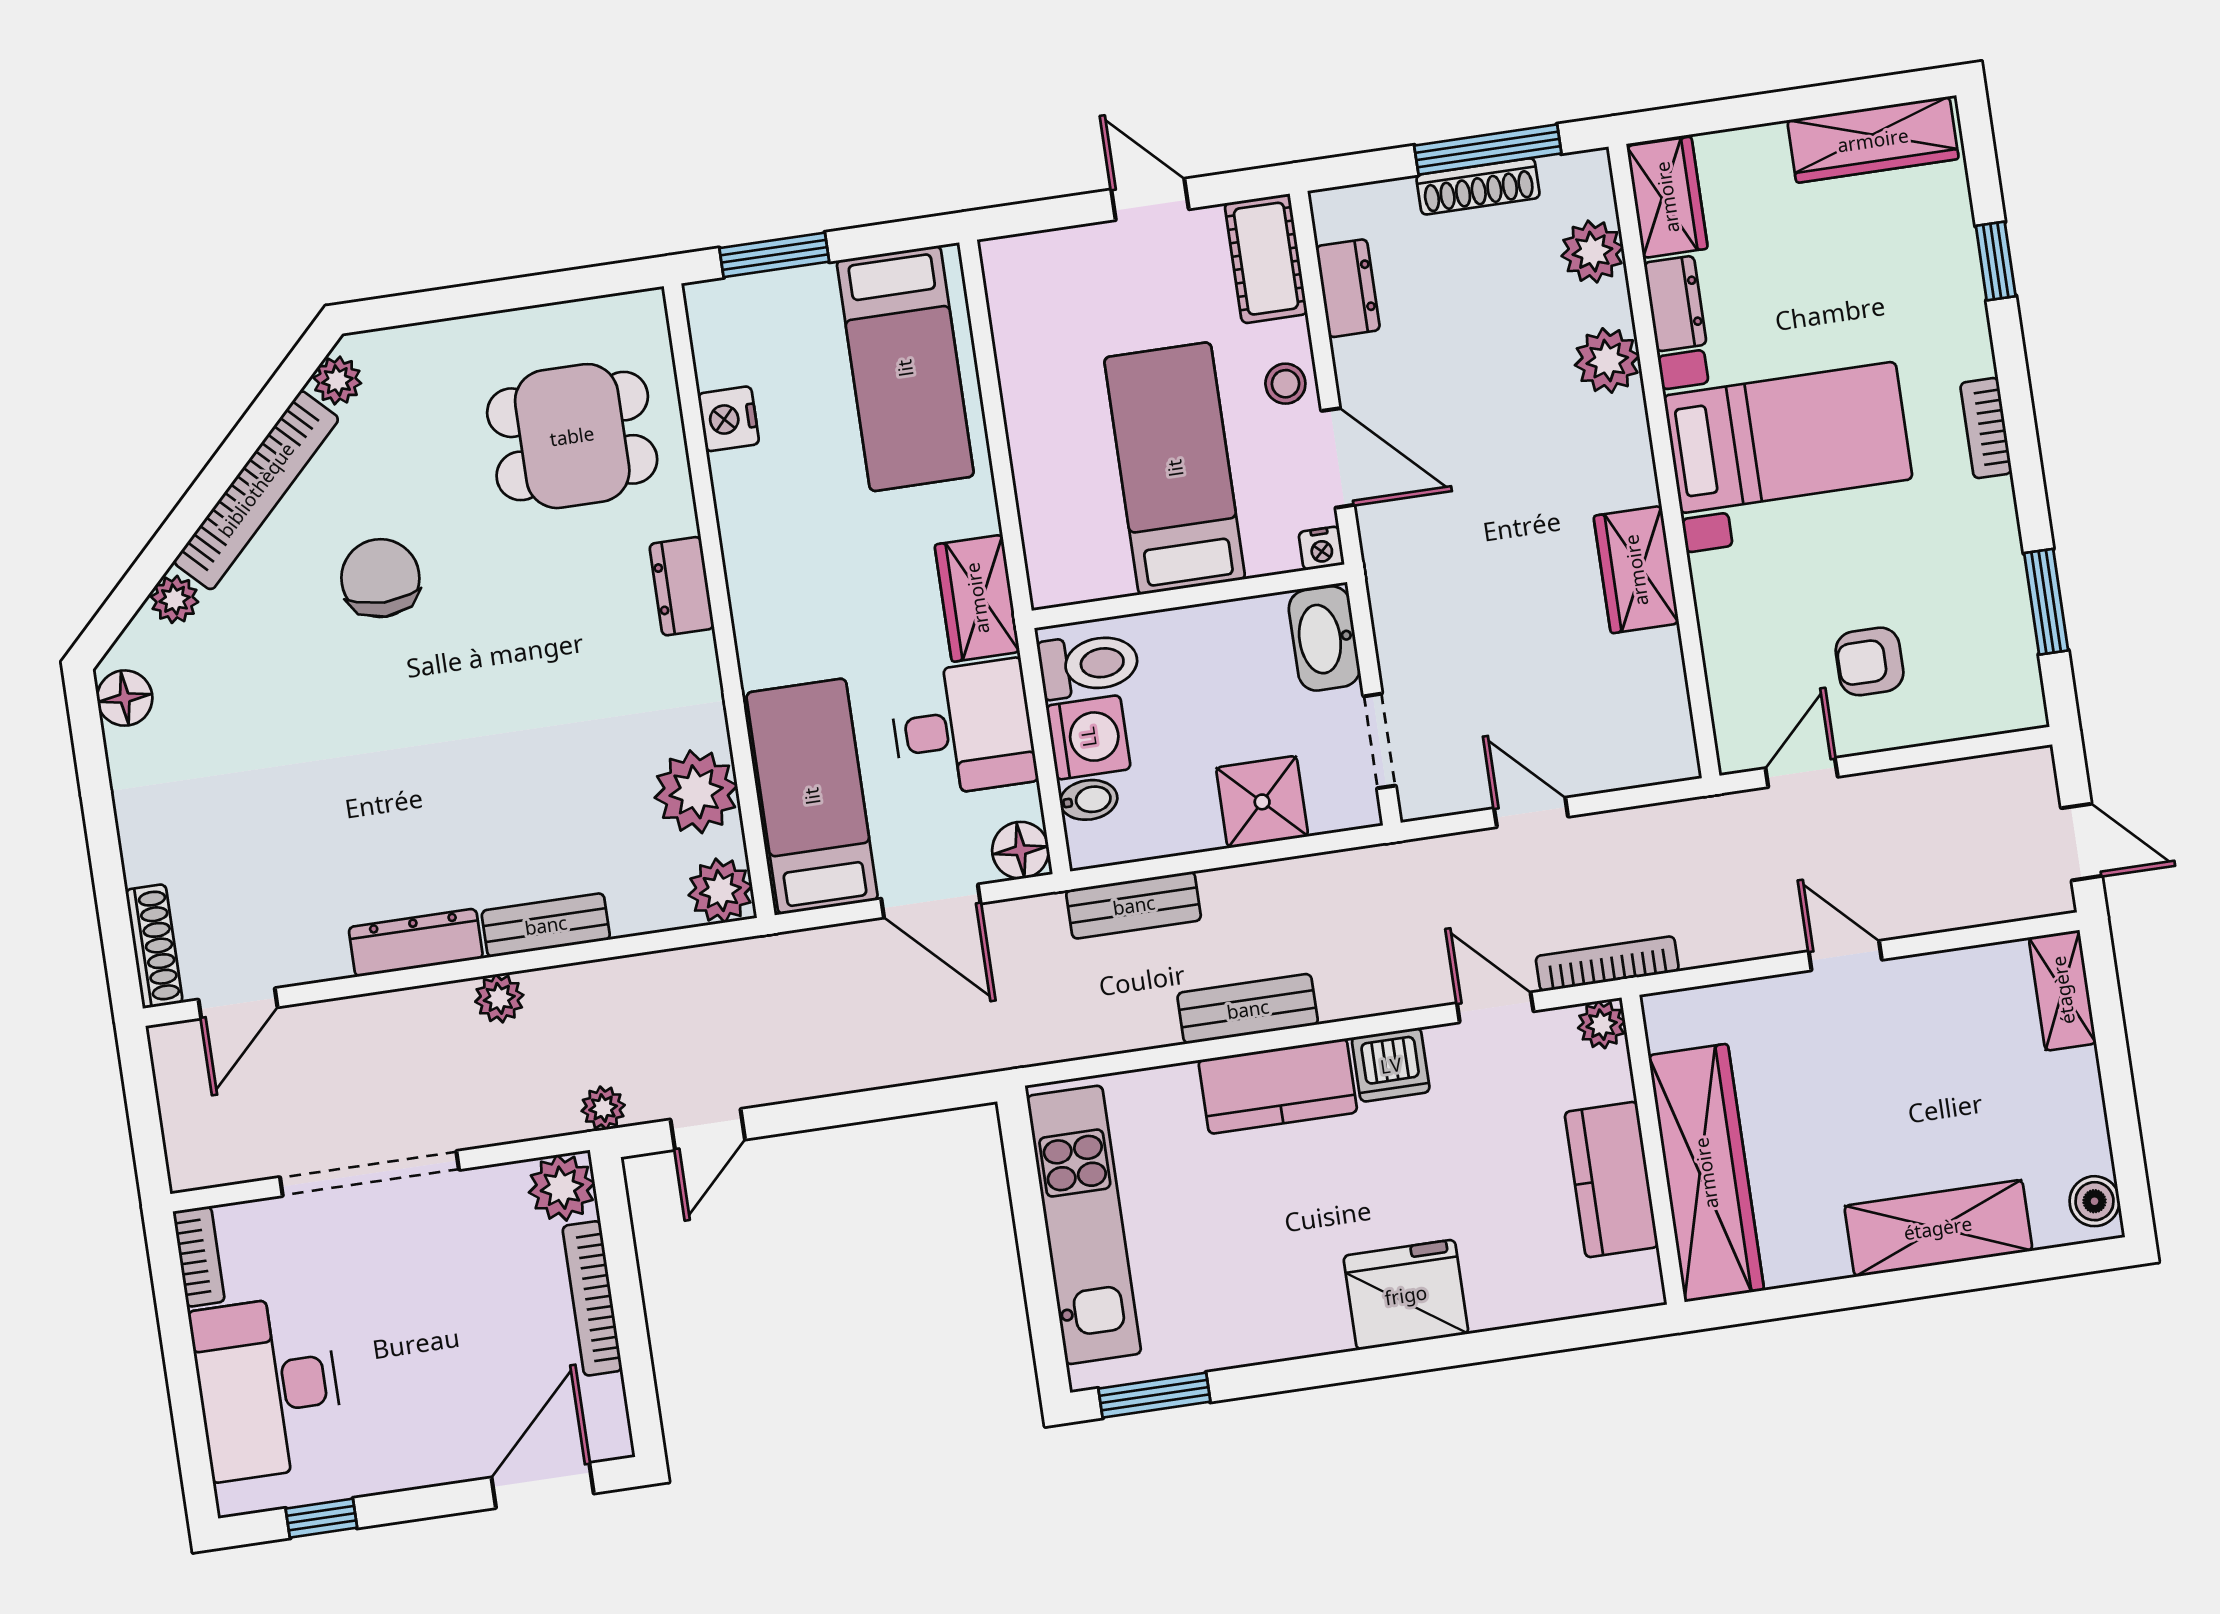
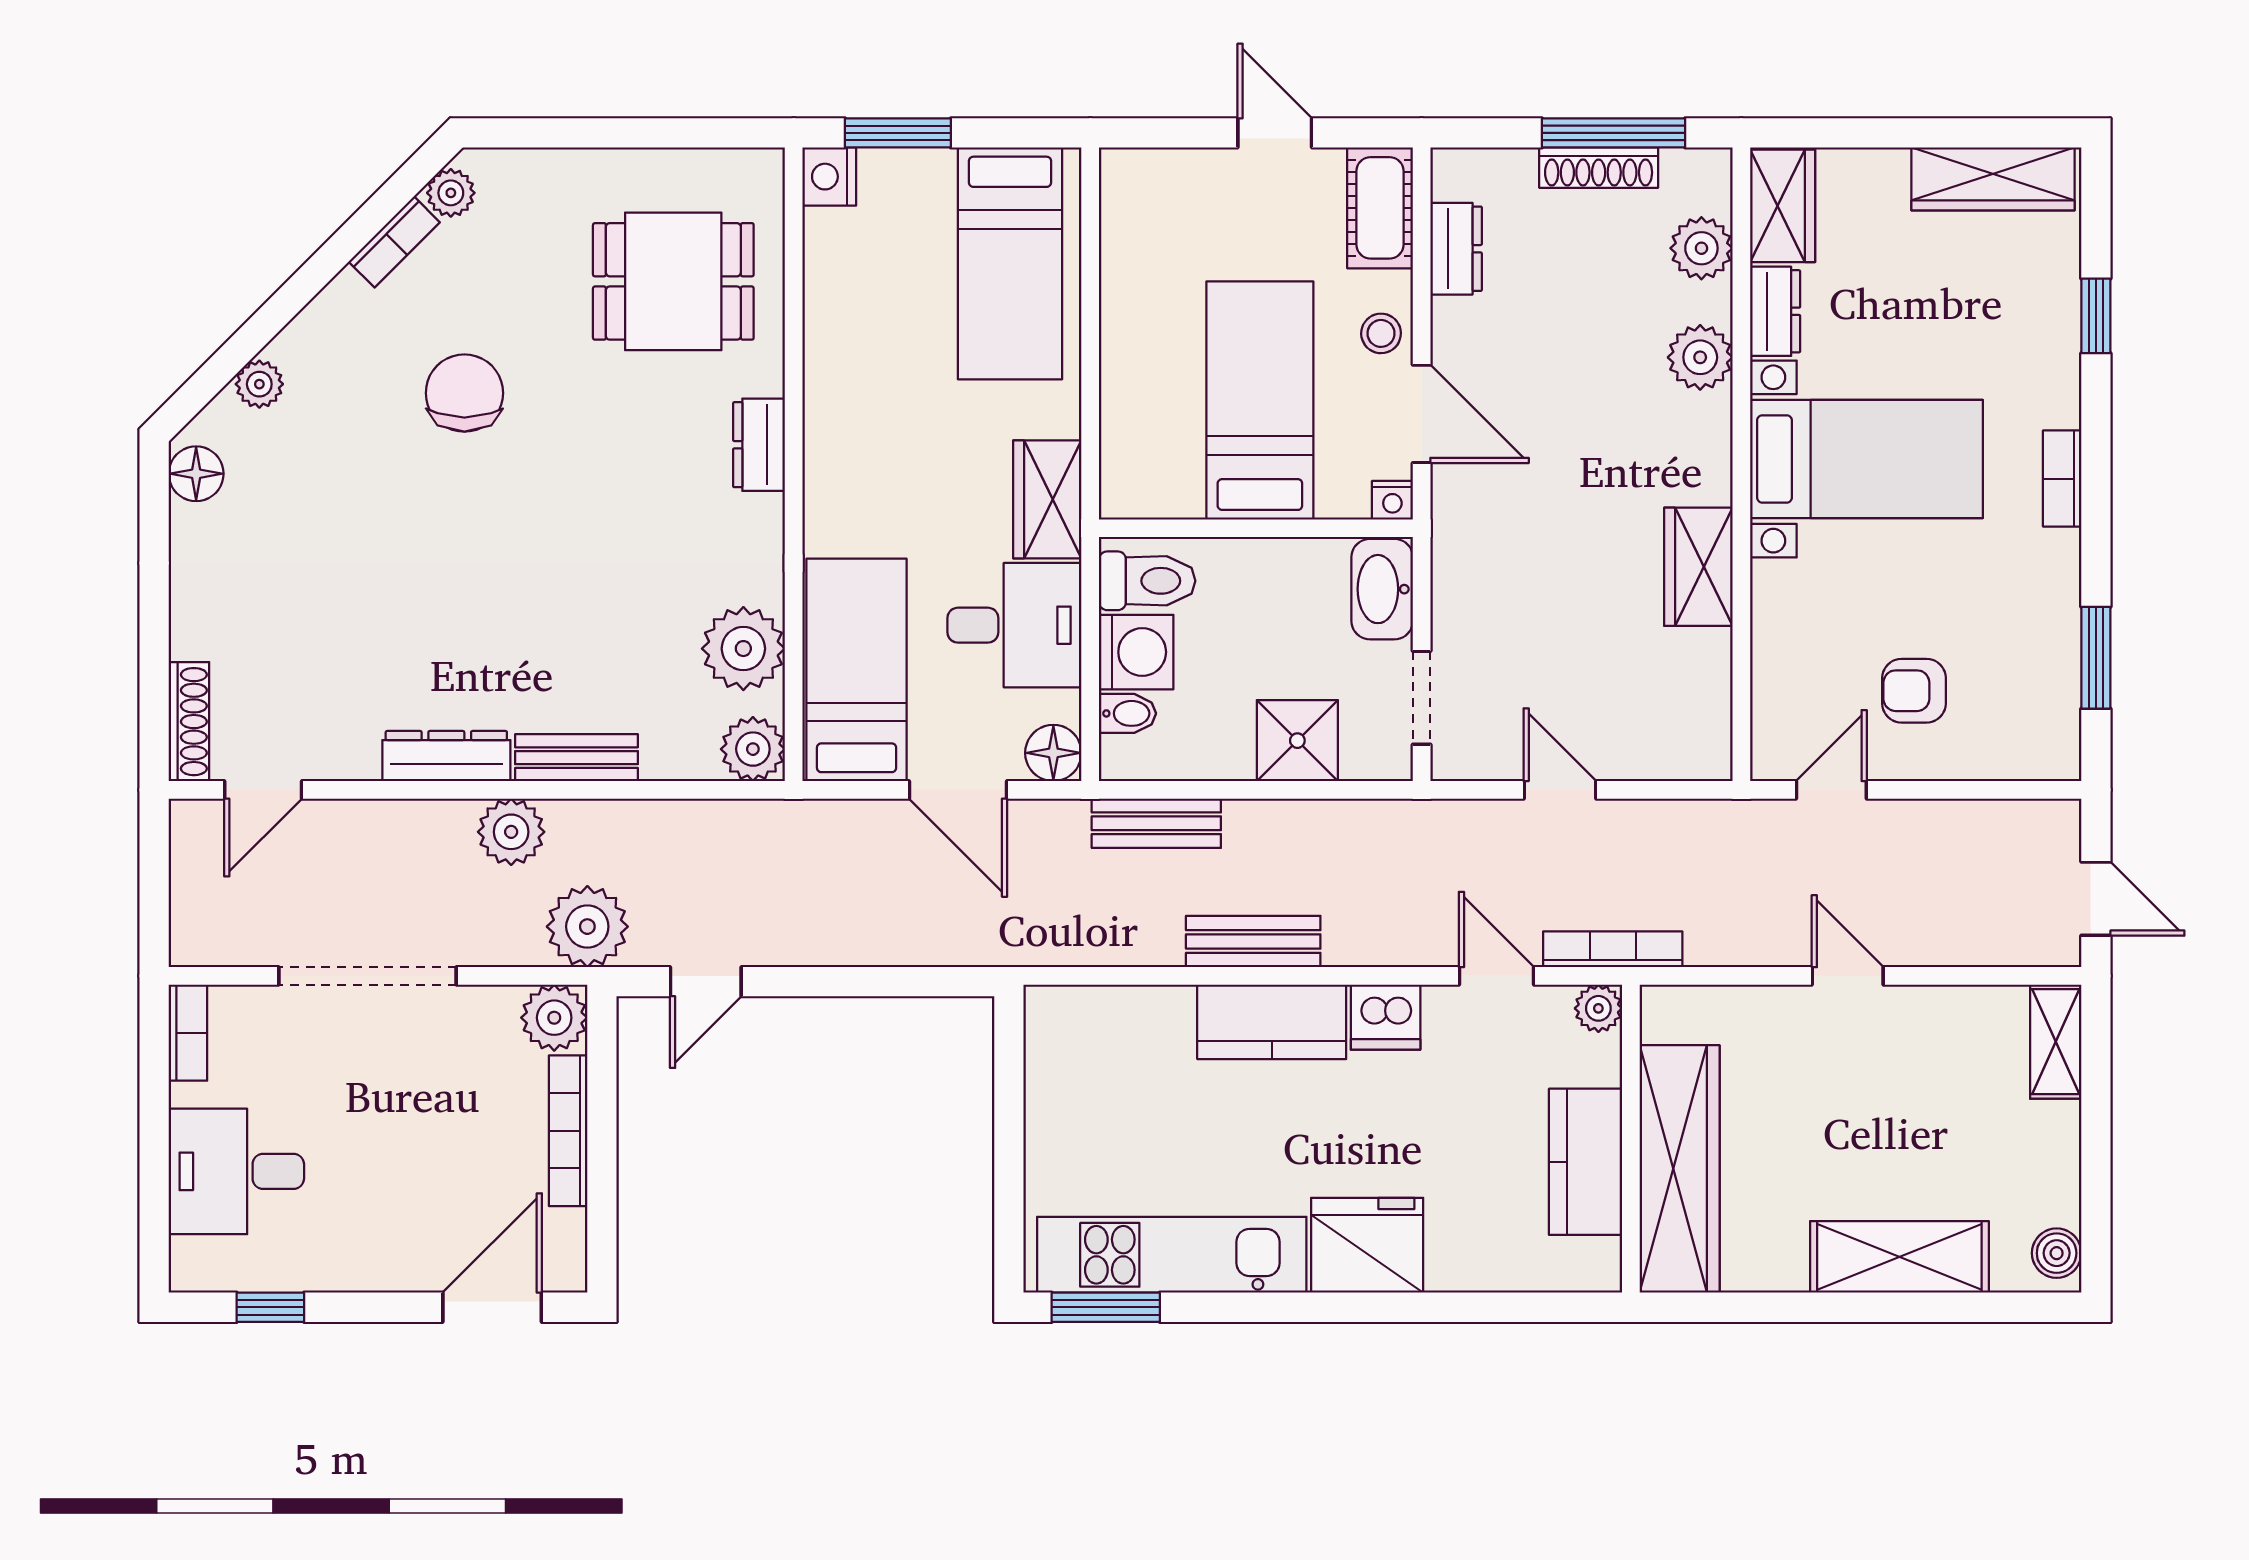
nightstand: (728, 419) -> (829, 177), moved
bookcase: (256, 490) -> (394, 242), width x0.43, depth x0.76
plant: (499, 998) -> (511, 832), width x1.38, depth x1.38
plant: (603, 1108) -> (587, 927), width x1.87, depth x1.87
kitchen unit: (1084, 1225) -> (1172, 1255), moved, turned -90
desk: (268, 1388) -> (236, 1171), width x0.73

